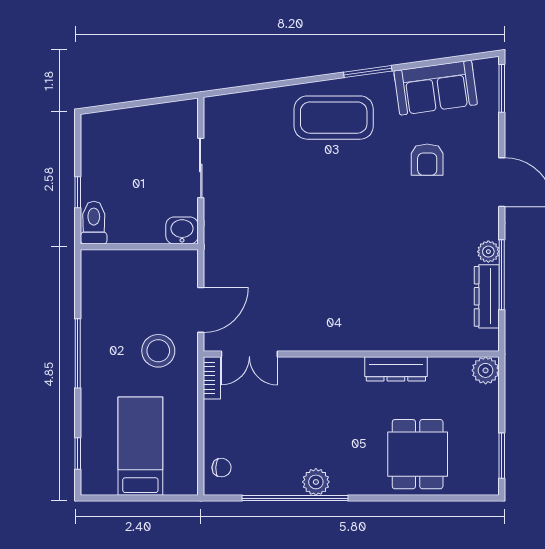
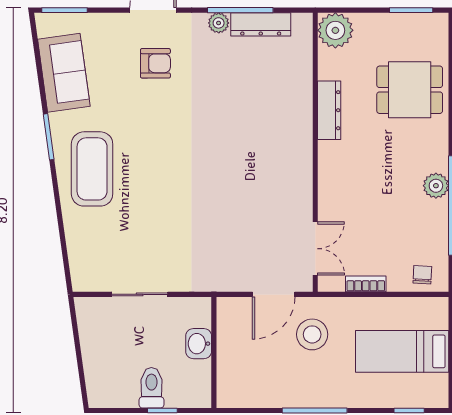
armchair: (427, 160) -> (155, 63), moved
toilet: (94, 223) -> (151, 388), moved, turned 90
washbasin: (182, 230) -> (199, 344), moved
door: (201, 310) -> (274, 294), swing flipped
plant: (486, 370) -> (335, 30), width x1.36, depth x1.36
bookcase: (212, 378) -> (366, 284), moved

